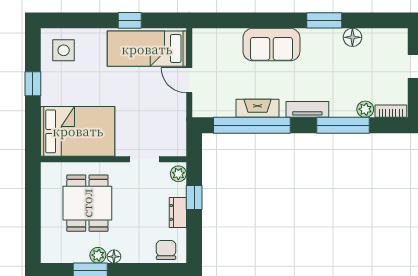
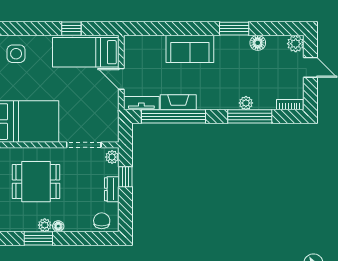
plant: (398, 38) -> (296, 44), added
tv unit: (307, 109) -> (141, 103), moved
plant: (365, 109) -> (246, 103), moved
doorway: (145, 159) -> (84, 145), width x1.38
dining table: (87, 203) -> (36, 182), turned 90

